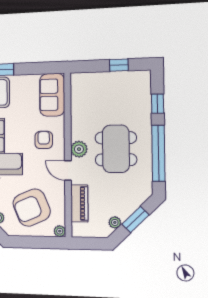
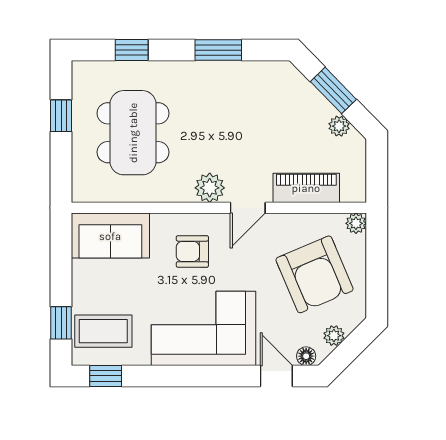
dining table: (116, 149) -> (133, 133), moved, turned 90
window: (158, 153) -> (218, 50), width x0.47

